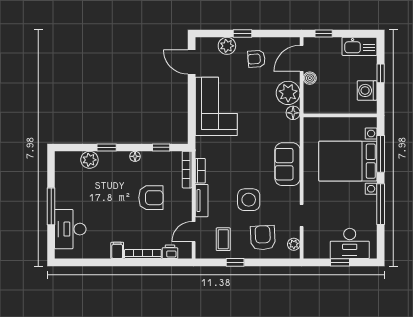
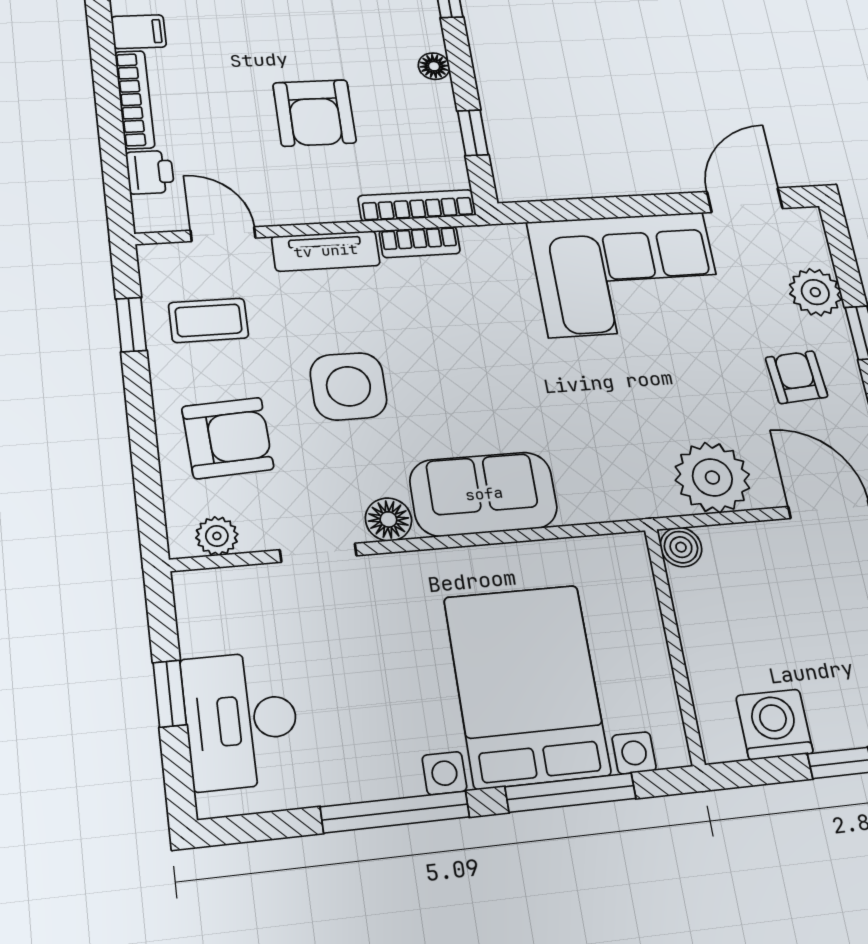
boiler: (310, 78) -> (681, 547), moved
floor lamp: (293, 113) -> (388, 519), moved
window: (235, 262) -> (131, 325), moved

